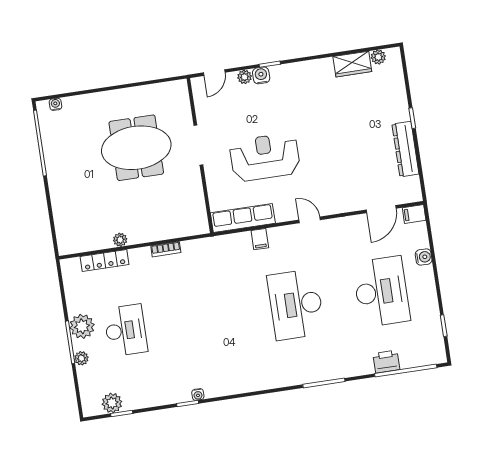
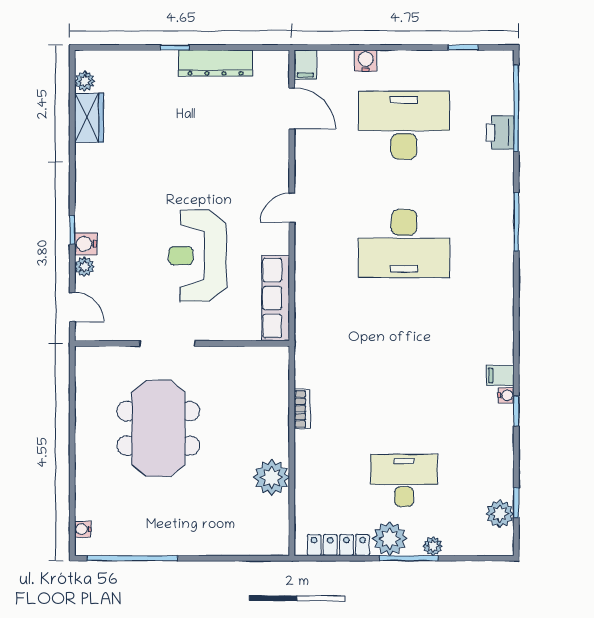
filing cabinet: (260, 239) -> (500, 375), moved, turned 180
plant: (120, 240) -> (272, 477), width x1.88, depth x1.88
locker: (105, 261) -> (338, 545), moved, turned -90

